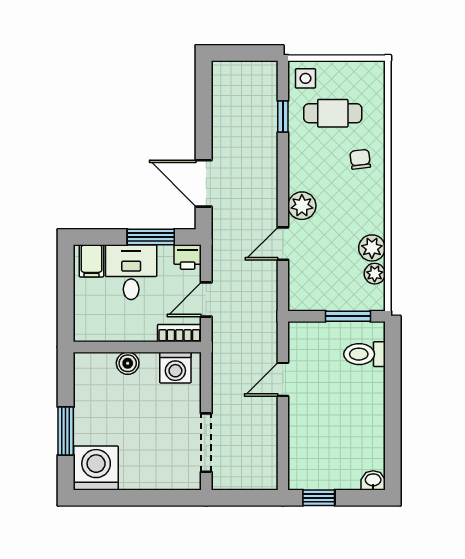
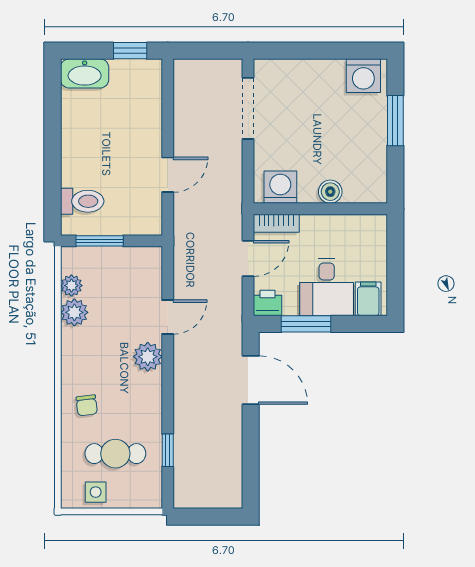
side table: (305, 78) -> (96, 492), moved
washing machine: (96, 468) -> (363, 76), width x0.73, depth x0.73
washbasin: (373, 480) -> (85, 73), width x1.91, depth x1.45

